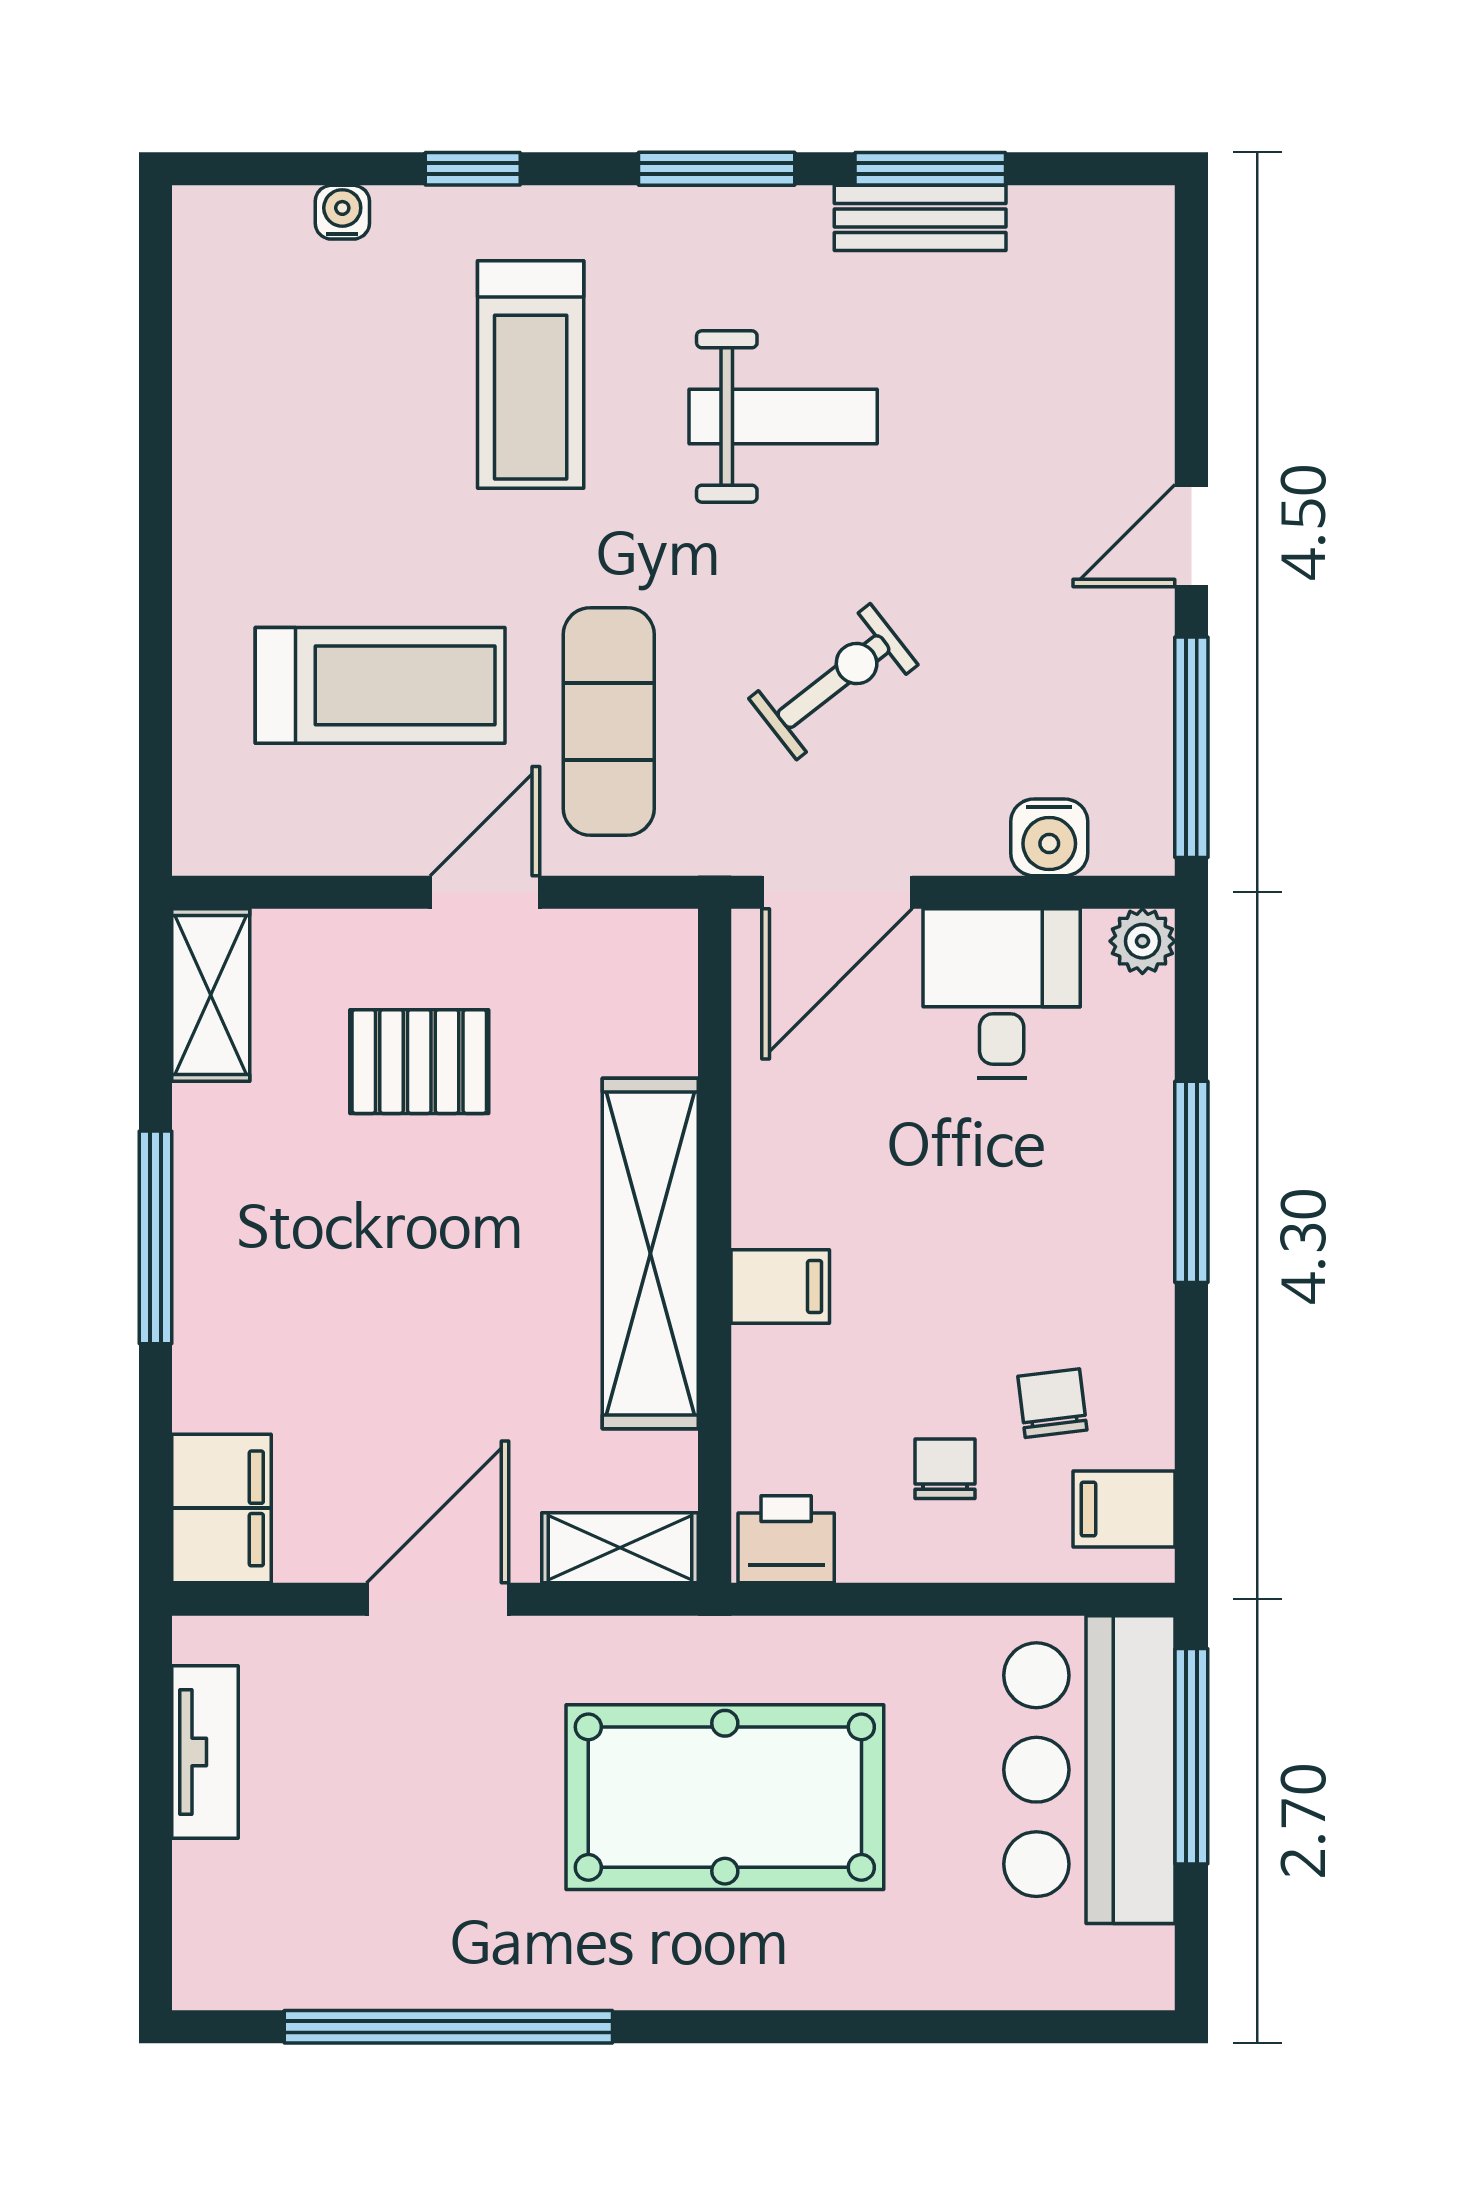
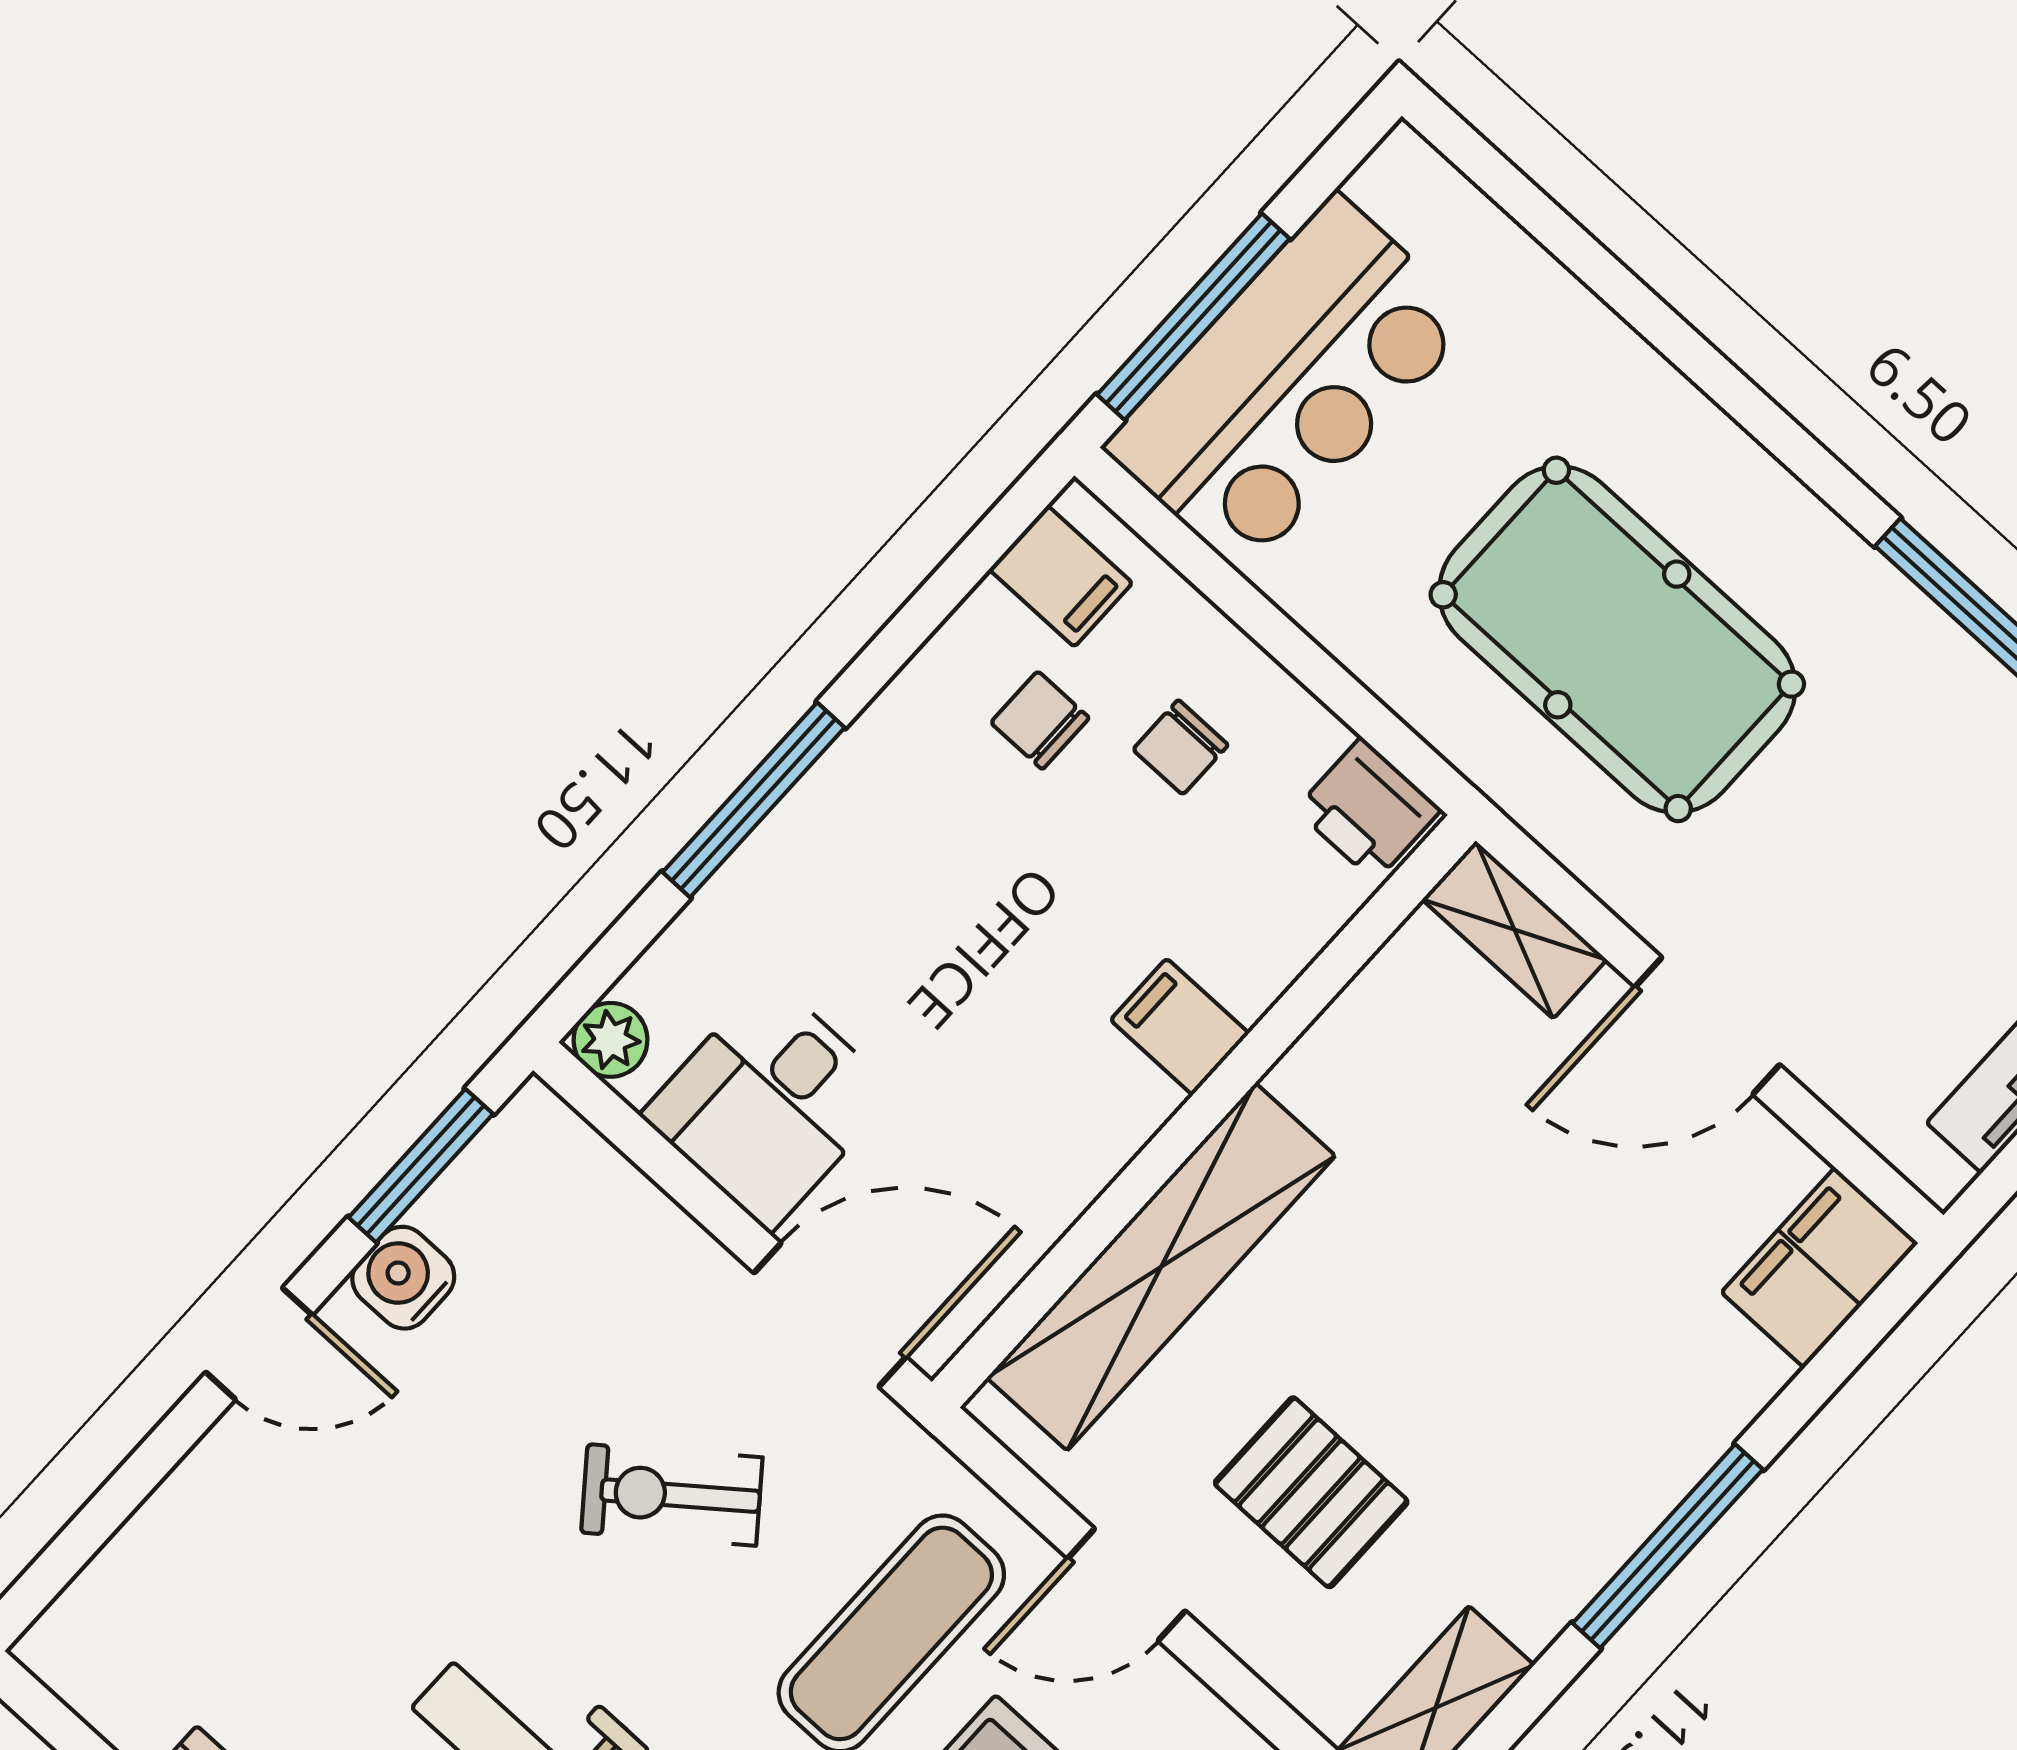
window: (1191, 747) -> (421, 1166), width x0.69
water cooler: (1049, 837) -> (403, 1278), moved, turned -90
shelving: (650, 1253) -> (1161, 1267), moved
chair: (1052, 1403) -> (1040, 720), turned 97

